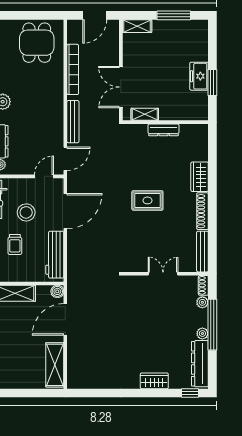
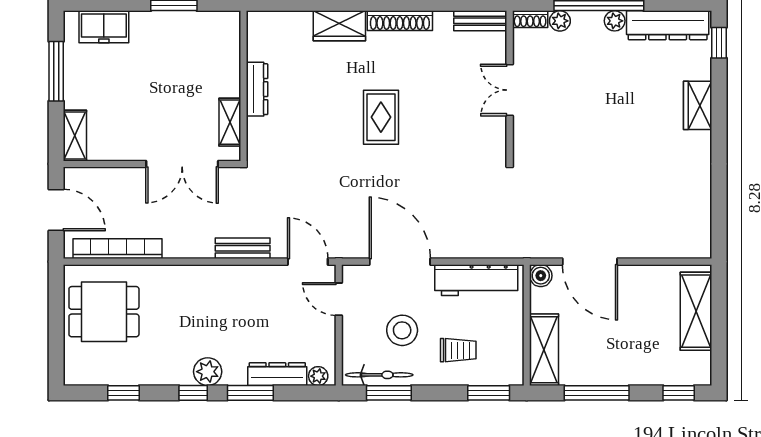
bookcase: (73, 69) -> (117, 249), moved
freezer: (199, 76) -> (104, 27), moved
bench: (73, 122) -> (243, 248), width x0.73
bench: (202, 252) -> (480, 21), width x0.73
shelving: (55, 365) -> (696, 311), moved, turned 90

